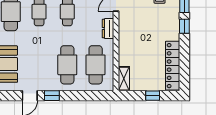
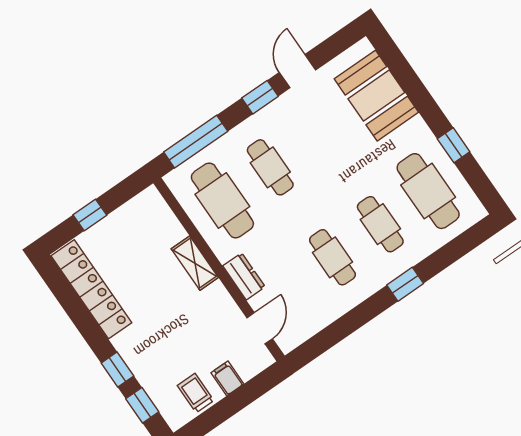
cafe table: (67, 65) -> (270, 167), width x0.73, depth x0.74
shelving: (124, 79) -> (195, 263), moved
window: (90, 96) -> (196, 142), added

